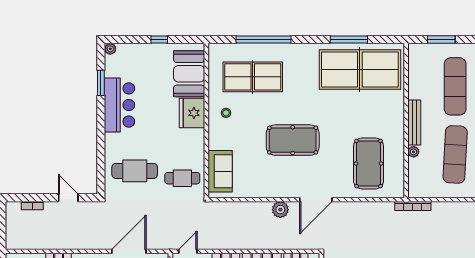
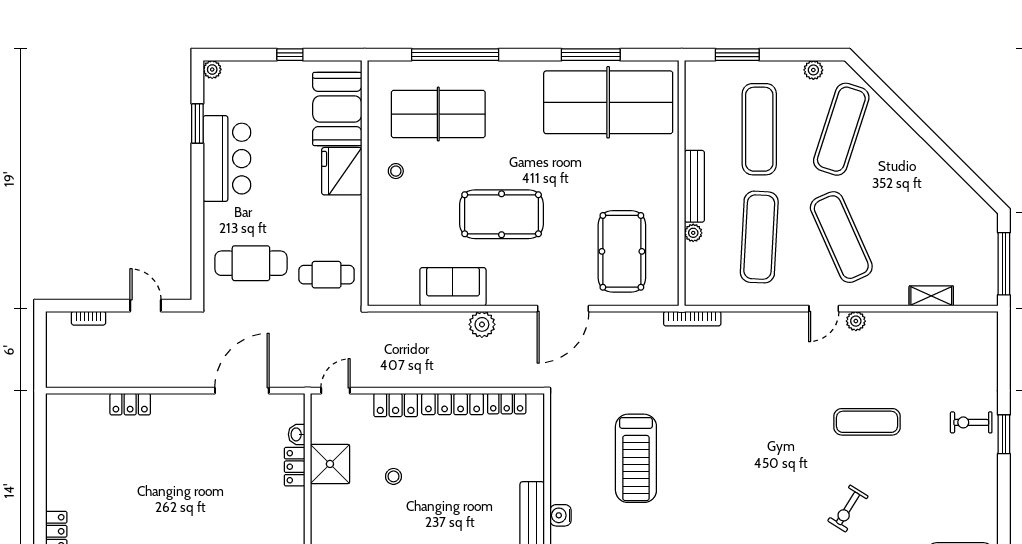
sofa: (220, 171) -> (453, 287), moved, turned -90
door: (316, 200) -> (563, 309), moved

